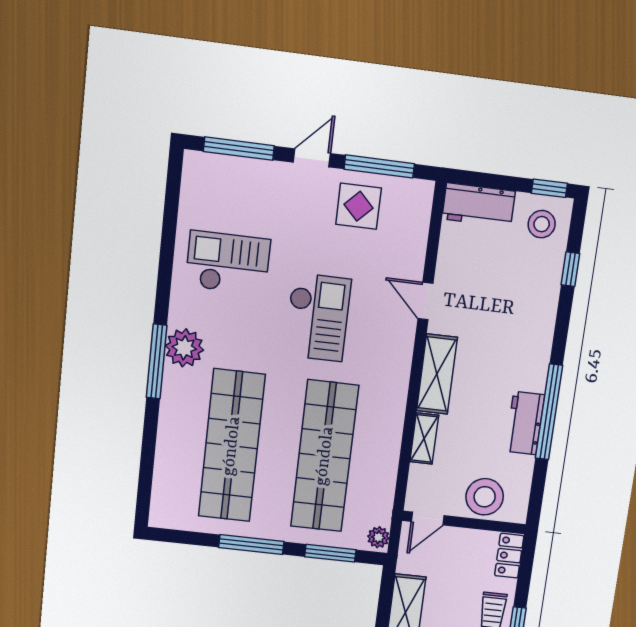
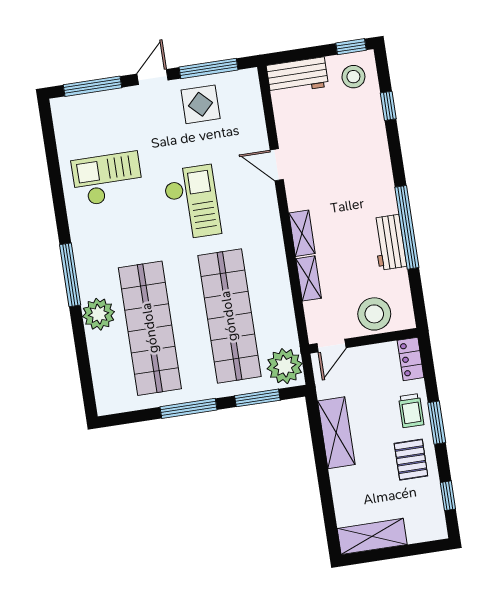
plant: (184, 348) -> (99, 314), moved
shelving: (437, 374) -> (302, 233), width x0.67, depth x0.75
plant: (378, 537) -> (285, 366), width x1.87, depth x1.87

